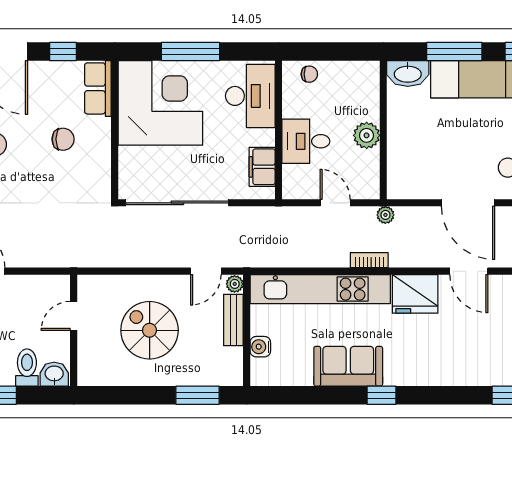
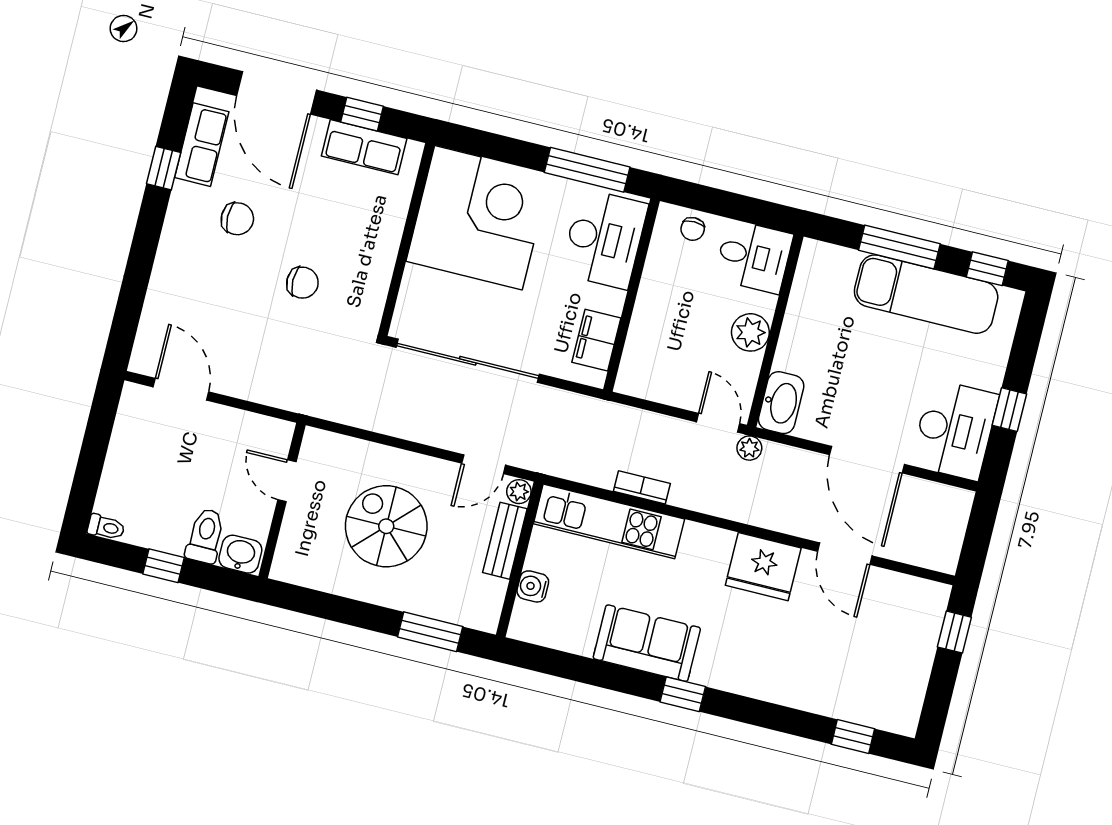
window: (191, 51) -> (587, 170), moved
washbasin: (408, 73) -> (781, 403), moved, turned -90
chair: (309, 74) -> (693, 229), turned 90
row of seats: (98, 88) -> (364, 147), moved, turned -90
chair: (63, 139) -> (302, 283), moved
desk: (306, 141) -> (754, 257), moved, turned 180
door: (335, 203) -> (718, 423), moved
bookcase: (369, 260) -> (642, 487), moved
kitchen unit: (320, 289) -> (609, 521), width x0.73
door: (74, 316) -> (287, 481), hinge flipped

